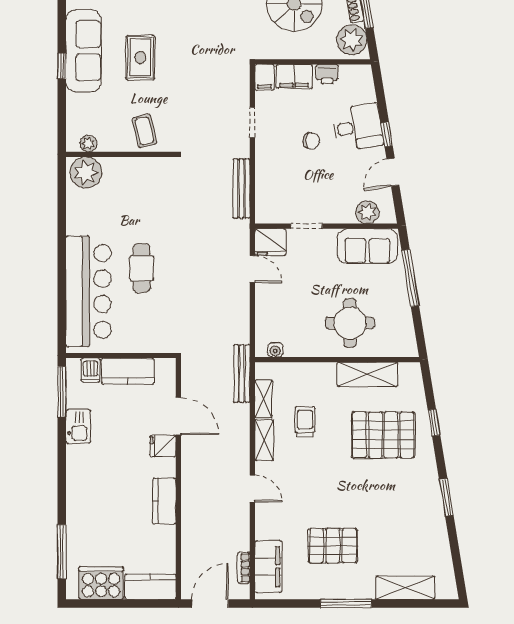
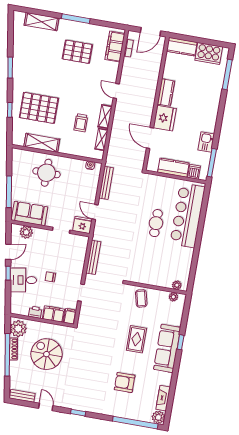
plant: (86, 172) -> (177, 285), width x0.53, depth x0.53
bench: (242, 374) -> (106, 183), moved
fridge: (163, 446) -> (165, 118), width x1.88, depth x1.34

